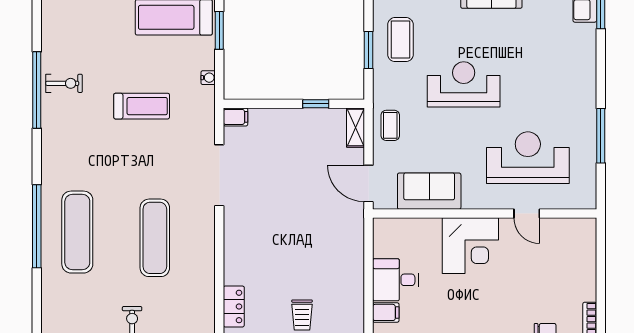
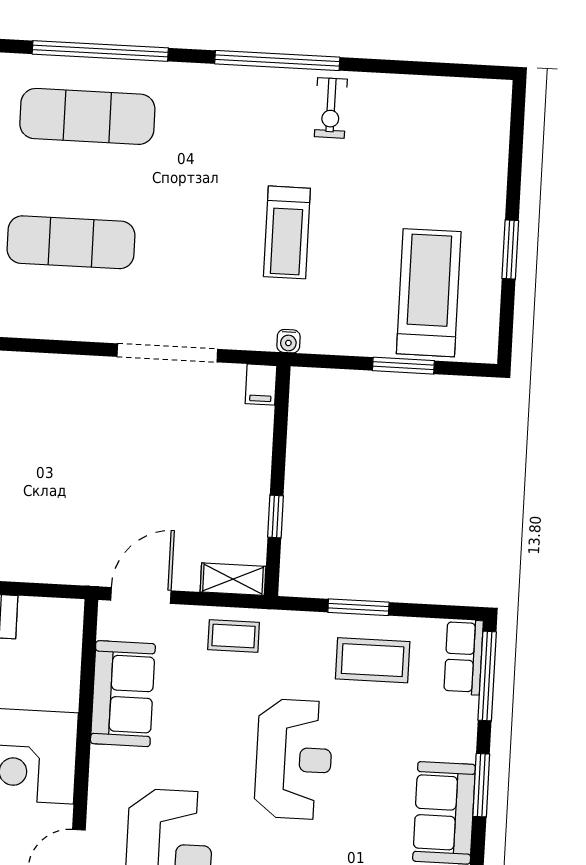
water cooler: (208, 78) -> (288, 341), moved
window: (37, 90) -> (277, 61), moved

